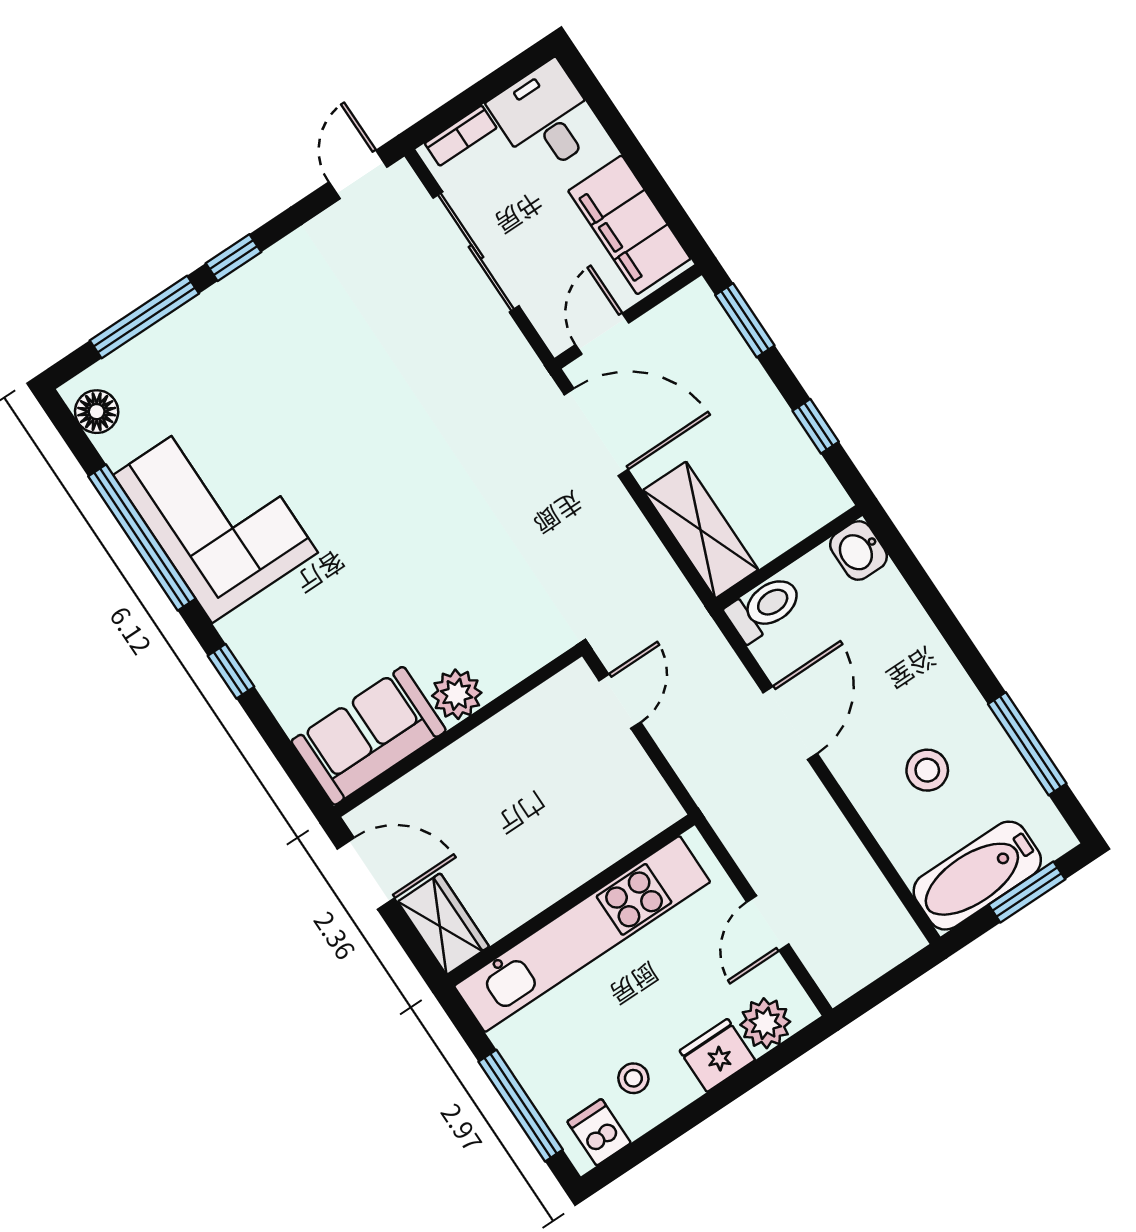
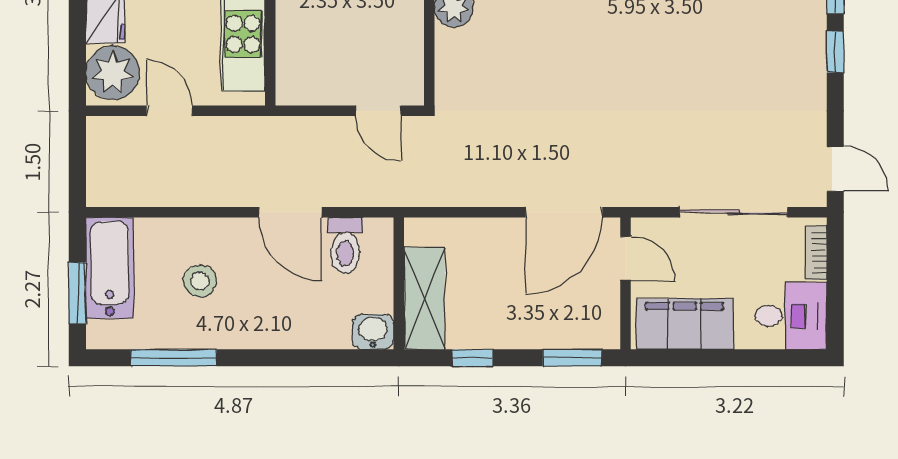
shelving: (701, 530) -> (424, 298), moved, turned 90
toilet: (764, 608) -> (345, 246), moved
plant: (765, 1023) -> (113, 73), width x1.36, depth x1.36

